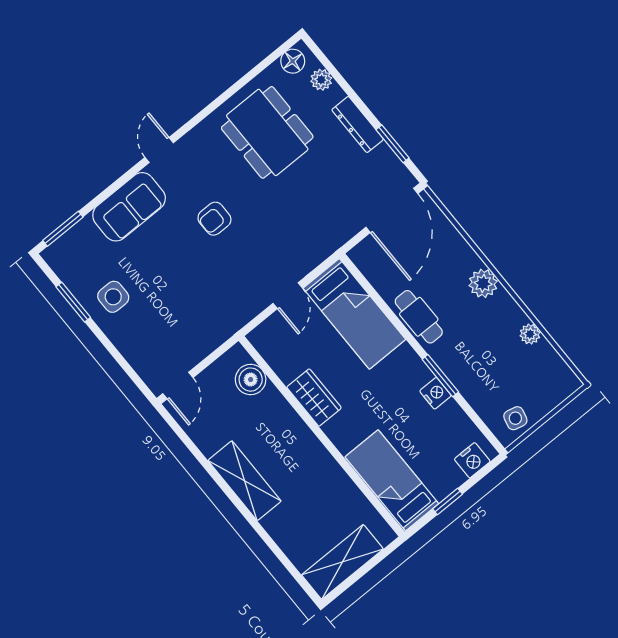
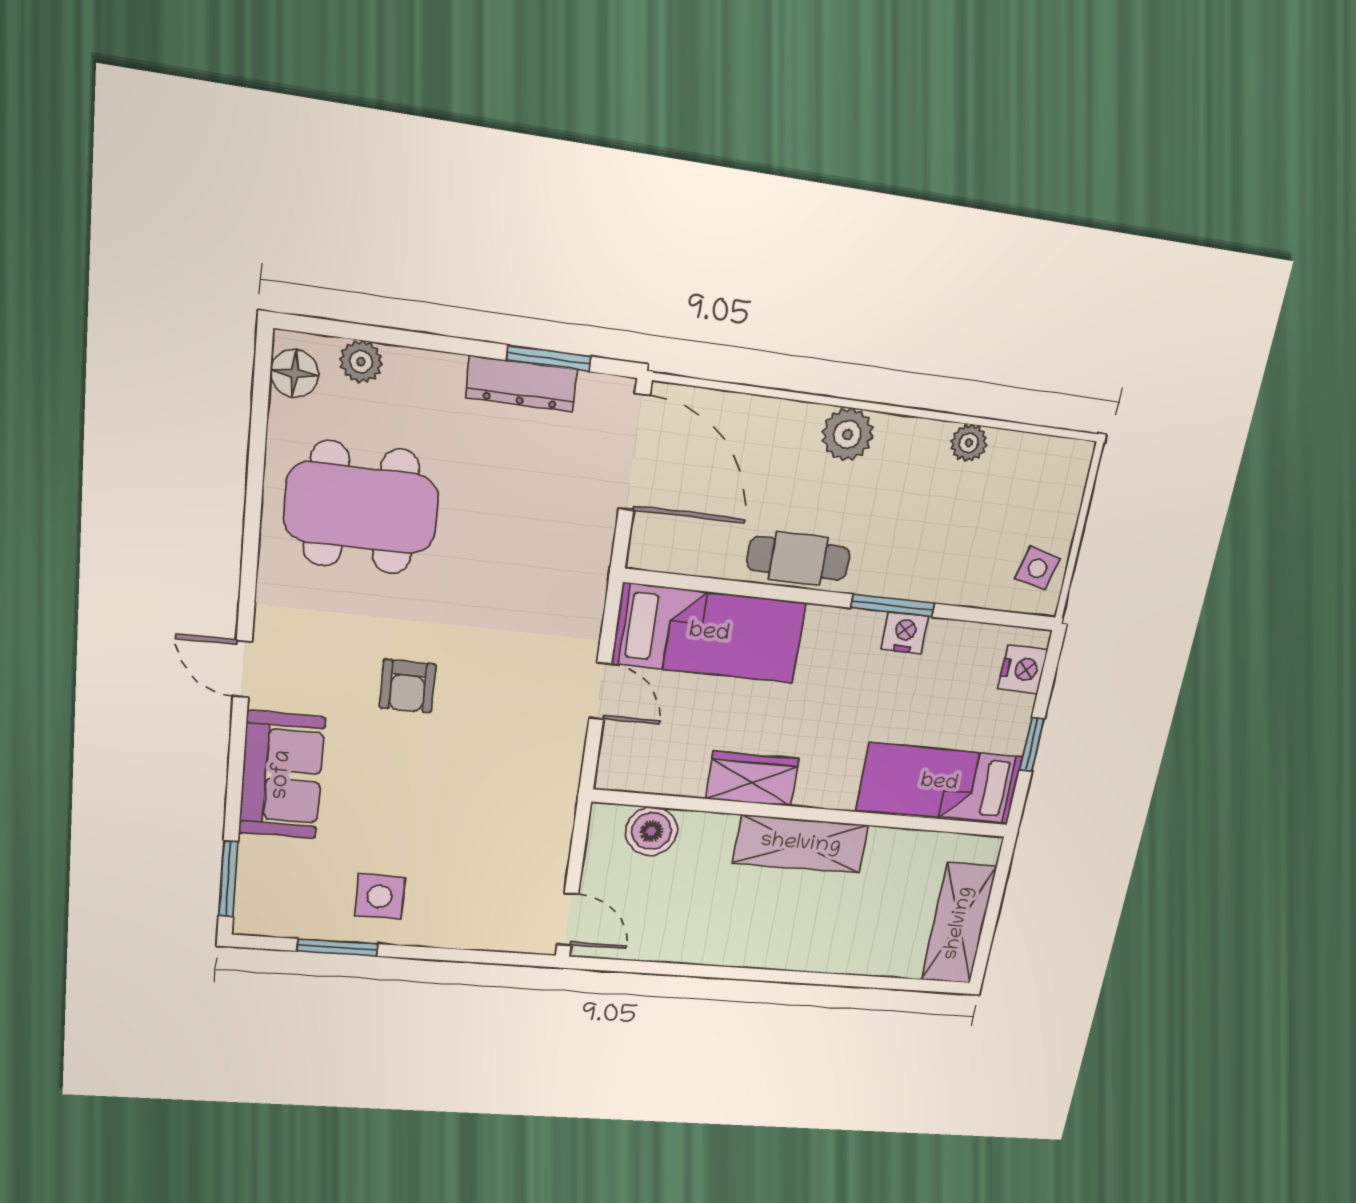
dresser: (358, 125) -> (521, 384), moved
shelving: (245, 481) -> (801, 844), moved

